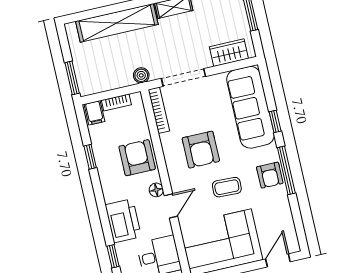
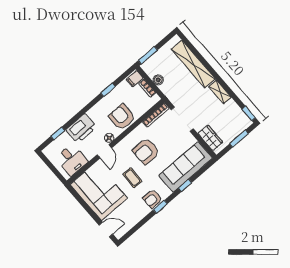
boiler: (141, 75) -> (158, 80), moved
armchair: (137, 158) -> (122, 117), turned -90
window: (286, 170) -> (160, 207), width x0.46
door: (171, 206) -> (104, 151), hinge flipped

